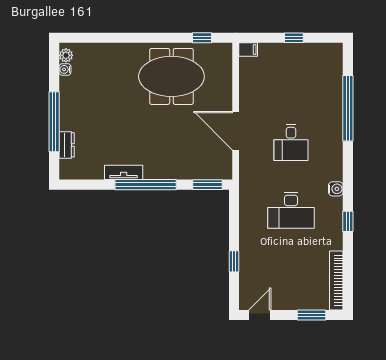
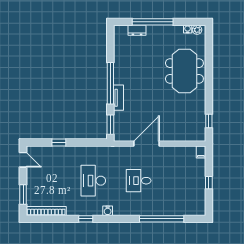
meeting table: (171, 76) -> (184, 71), moved
tv unit: (124, 172) -> (119, 98), moved

